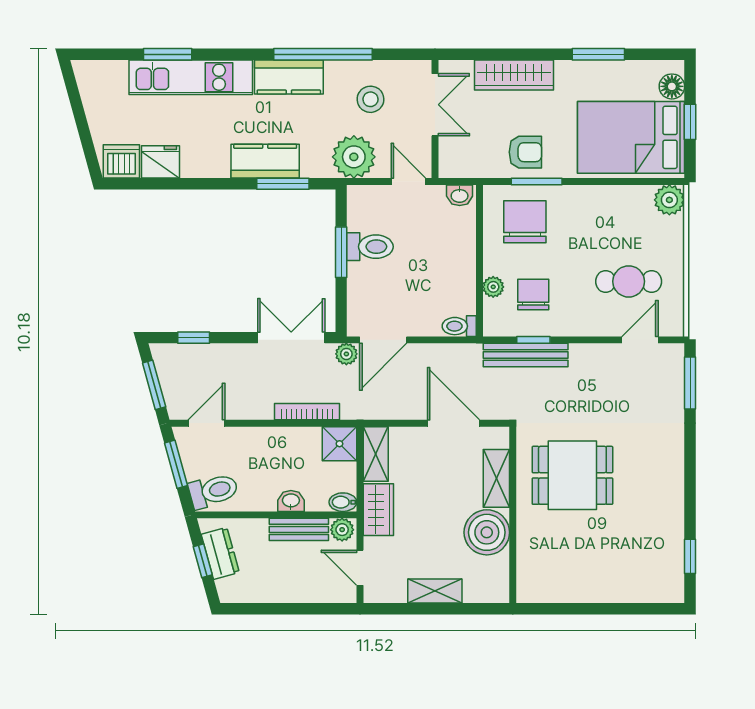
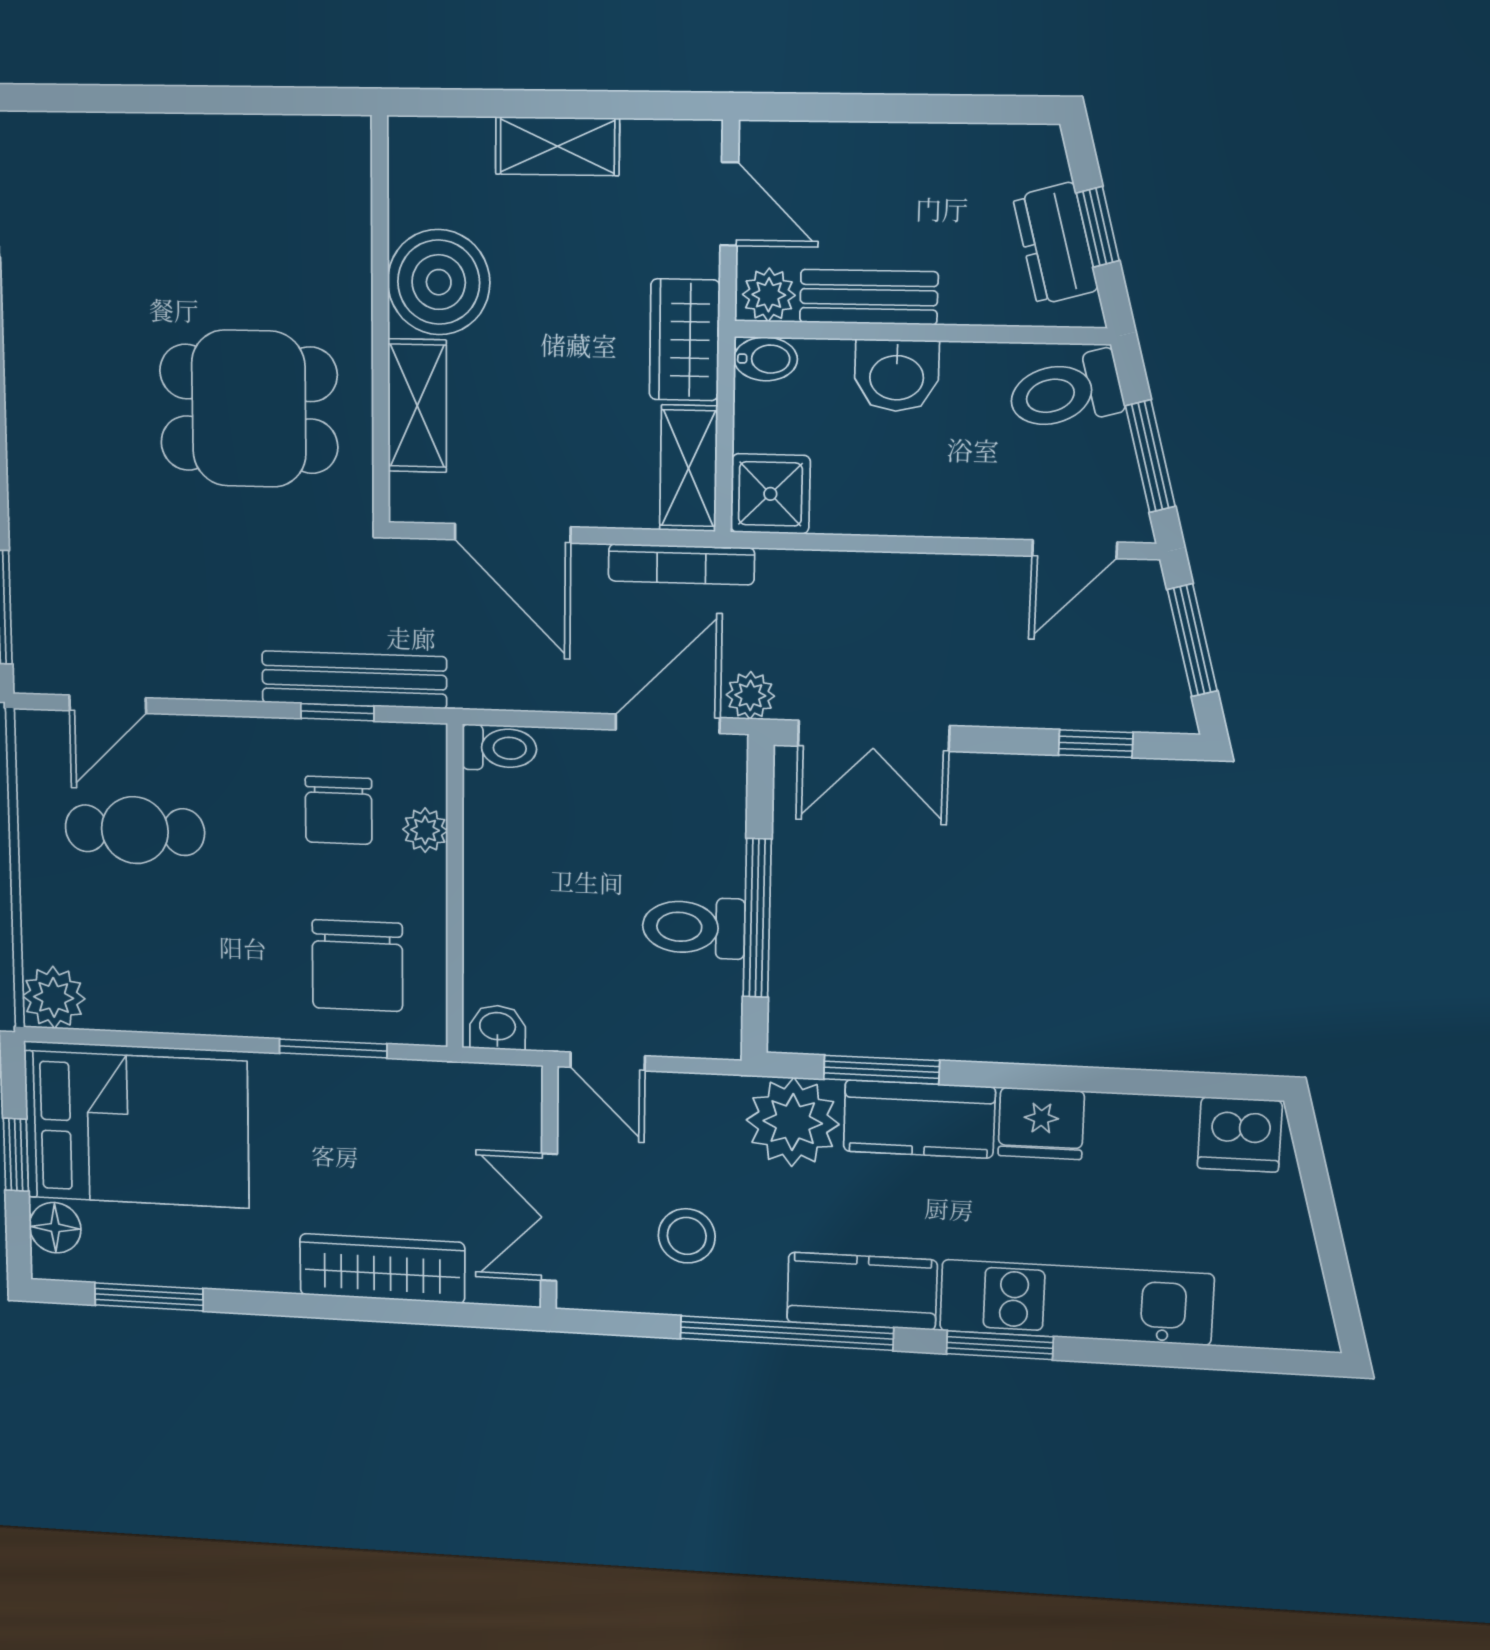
window: (168, 54) -> (1000, 1345), moved
window: (598, 54) -> (149, 1297), moved
armchair: (525, 152) -> (358, 1110), removed
plant: (354, 157) -> (793, 1122), moved
fridge: (161, 162) -> (1041, 1123), moved
window: (341, 252) -> (757, 918), width x1.44
bookcase: (307, 412) -> (681, 564), moved
washbasin: (291, 501) -> (897, 376), width x1.38, depth x1.45

